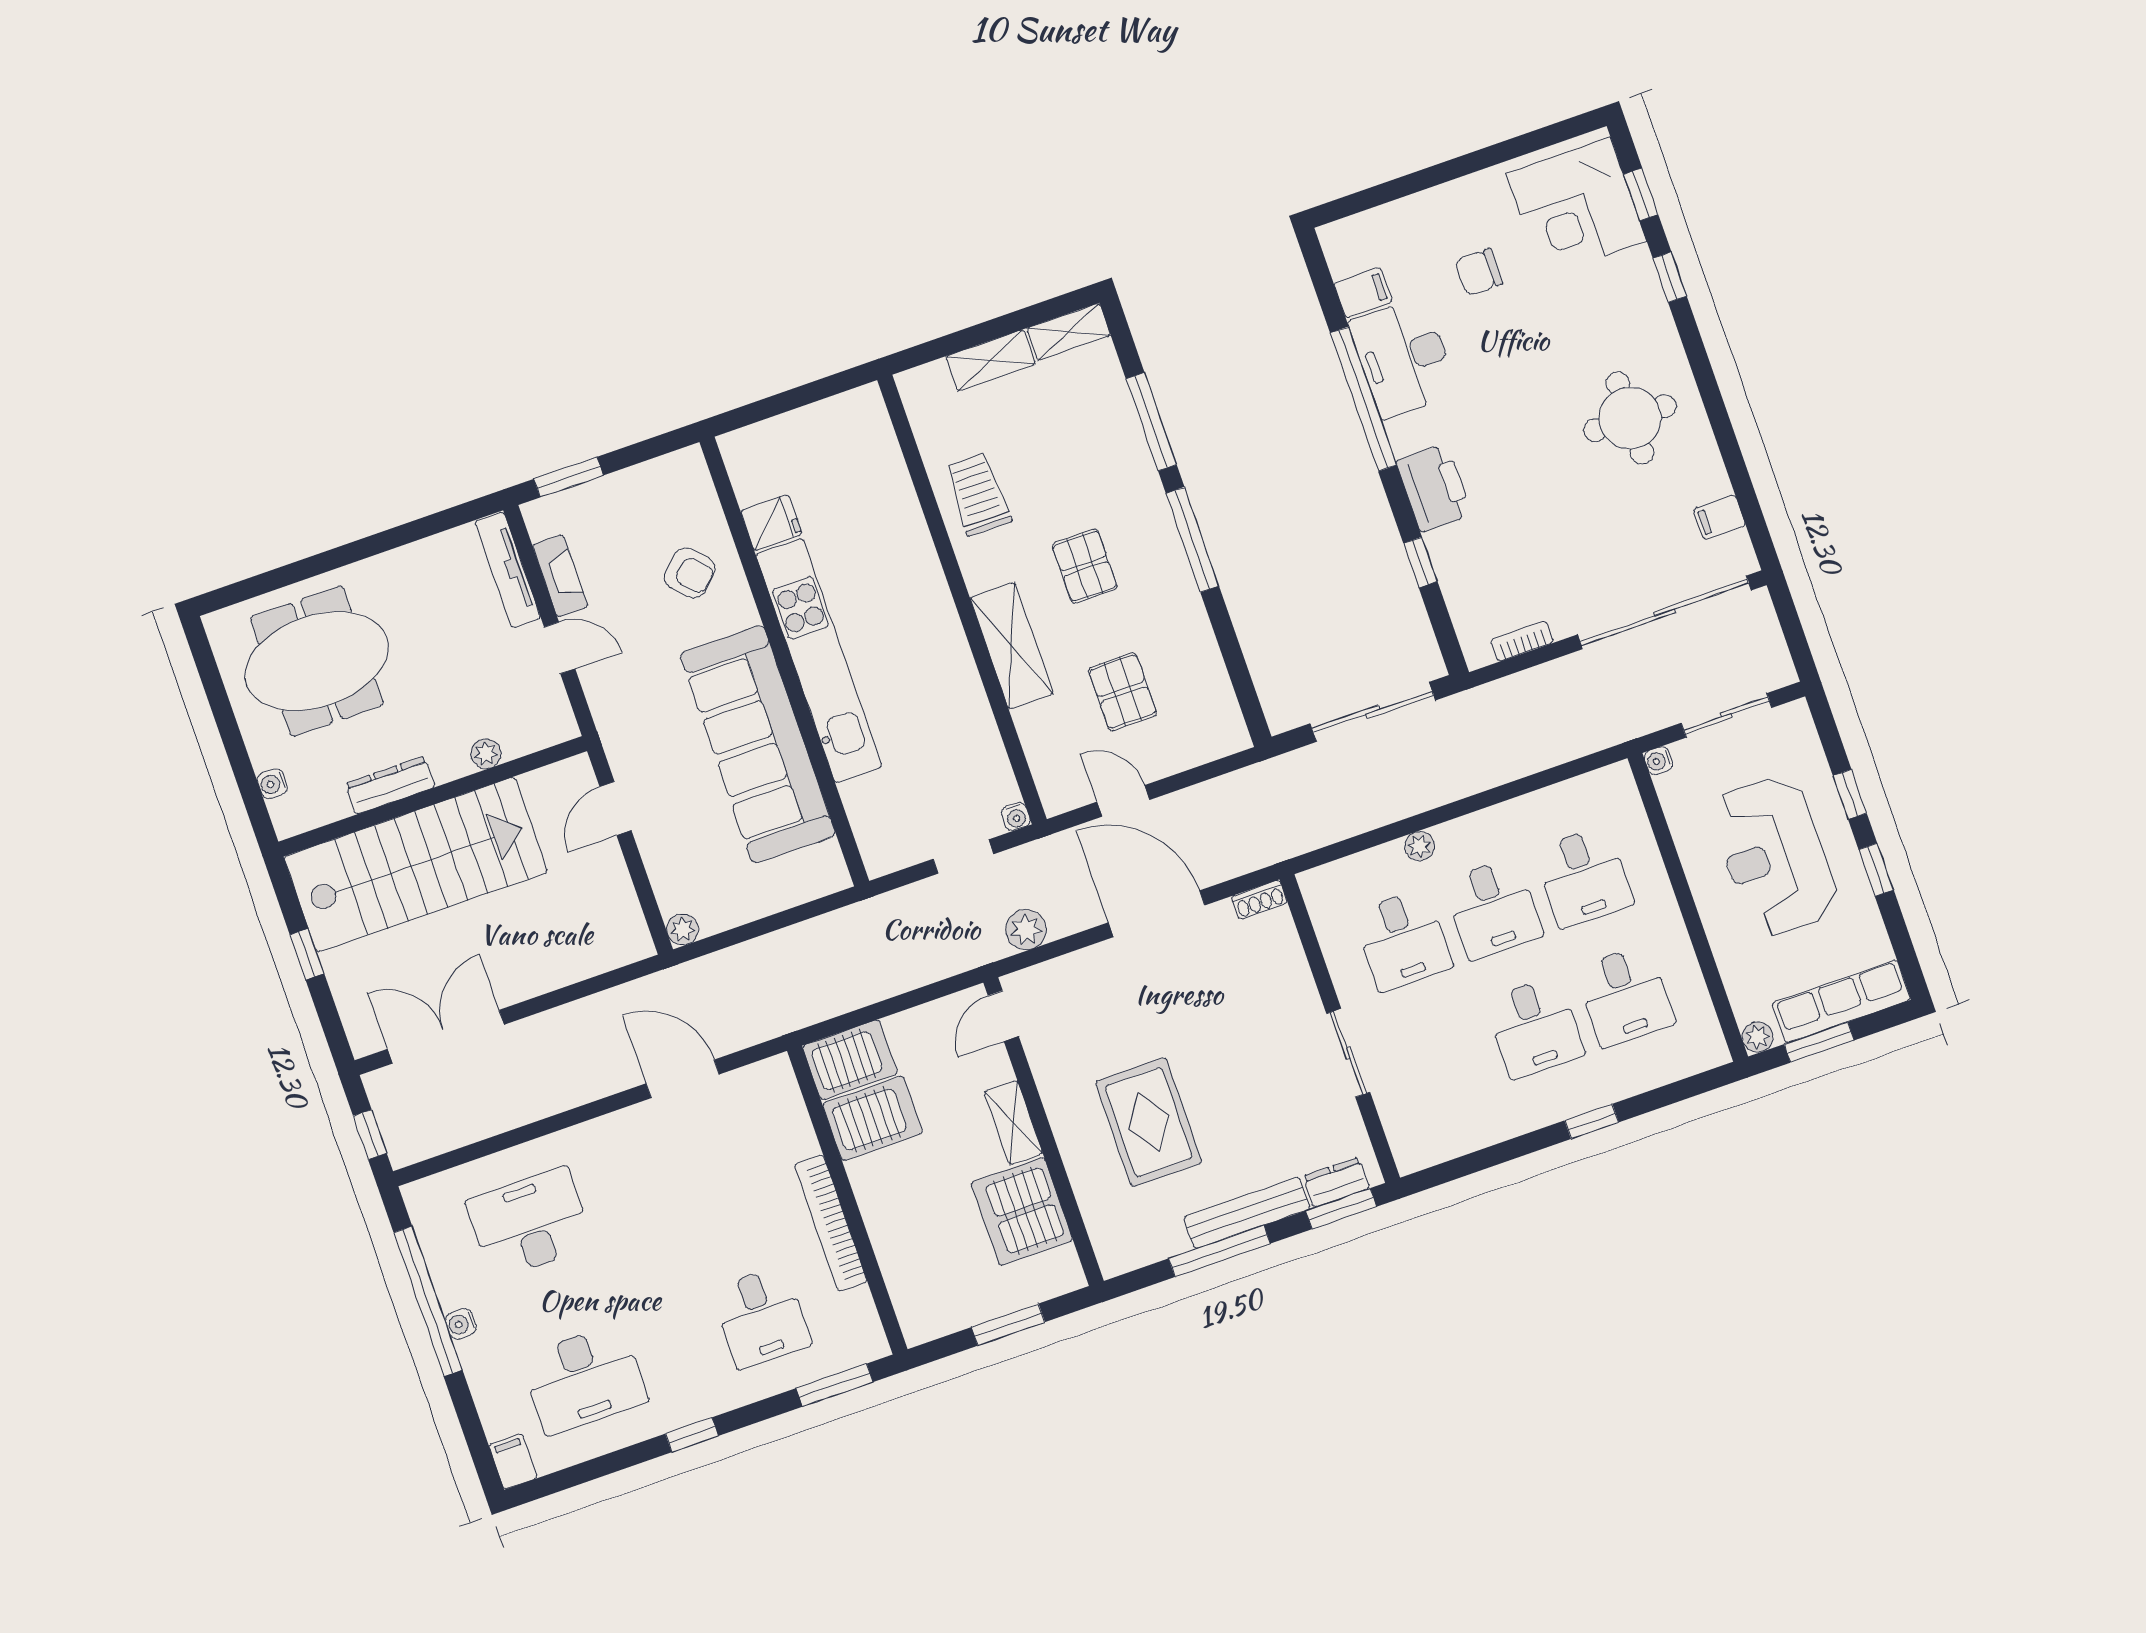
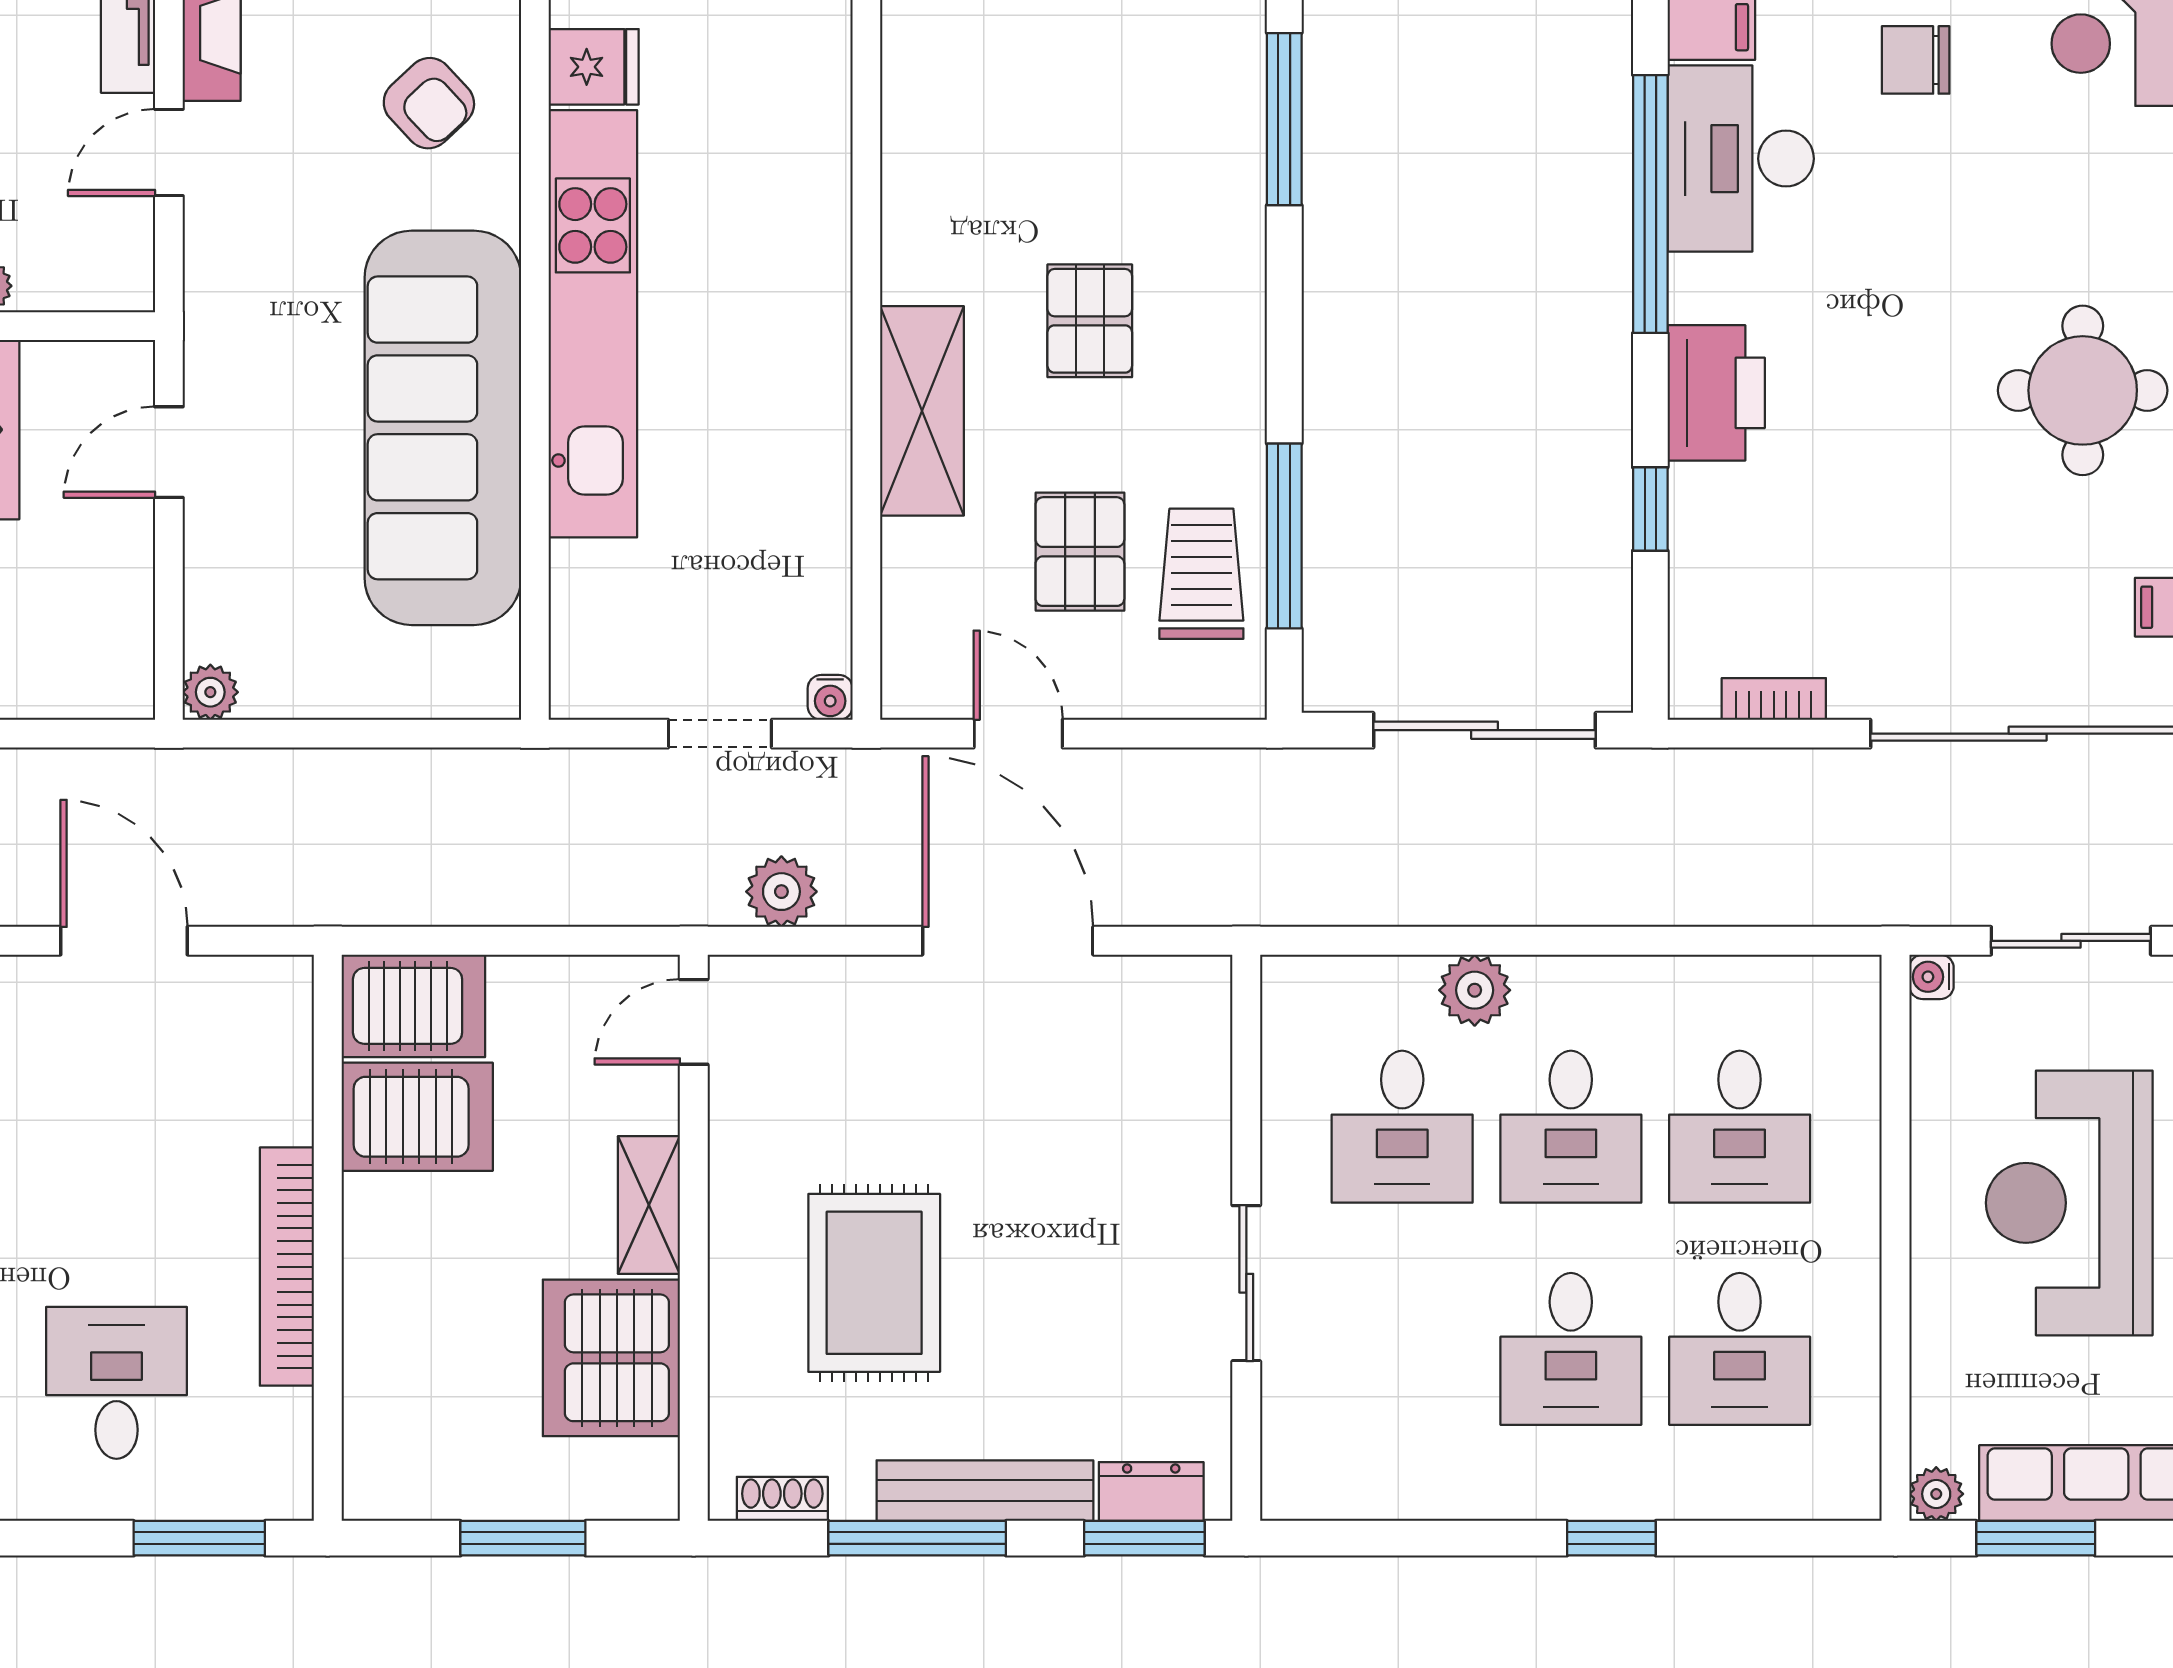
trolley: (978, 494) -> (1201, 574), moved
window: (1192, 540) -> (1284, 536), moved
door: (560, 648) -> (169, 153), swing flipped
plant: (1419, 846) -> (1475, 990), width x1.38, depth x1.38
shoe rack: (1259, 900) -> (782, 1499), moved, turned 180
desk: (761, 1317) -> (116, 1383), turned 180

